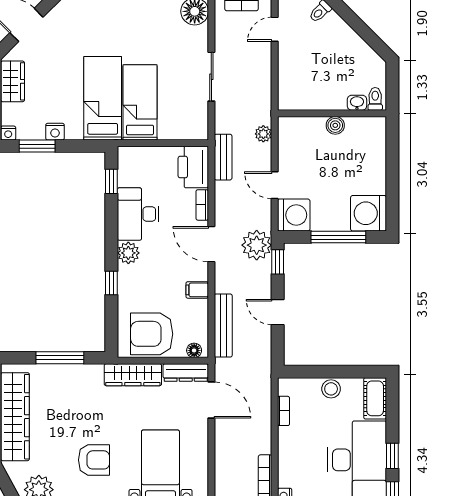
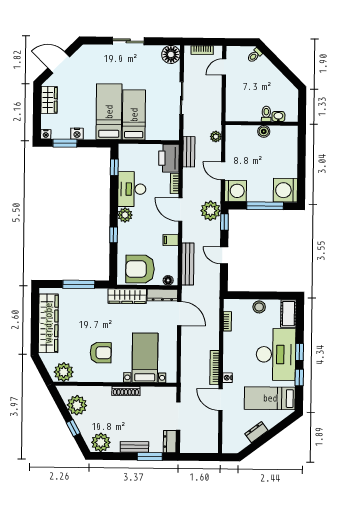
toilet: (375, 99) -> (266, 114), moved

